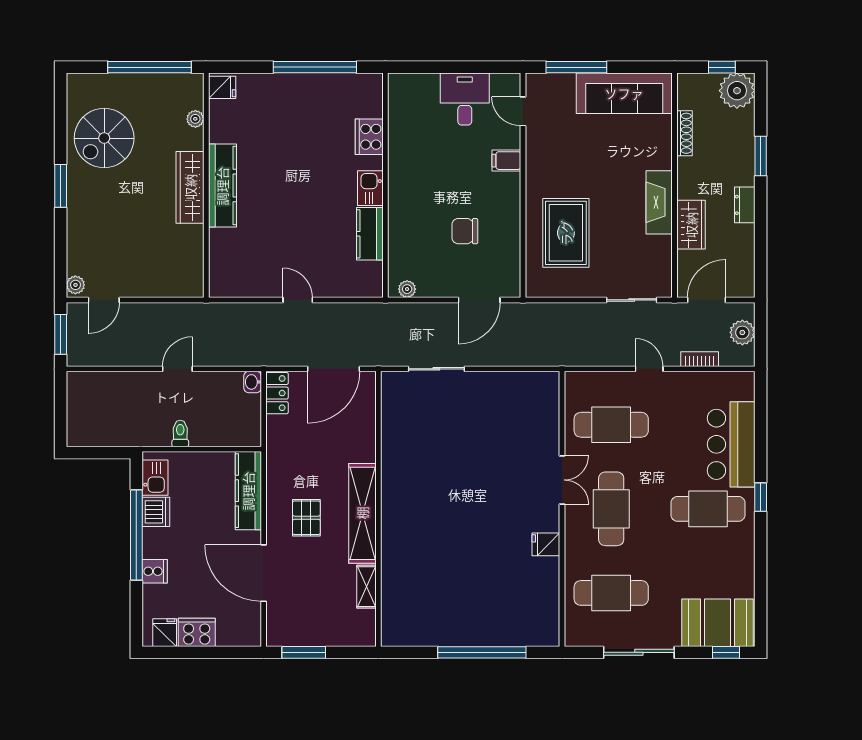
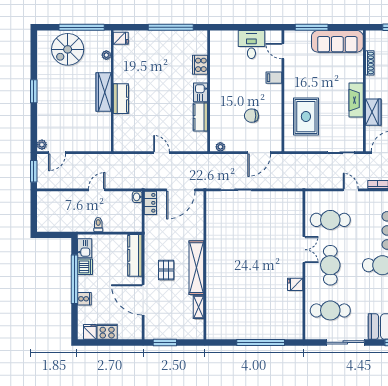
spiral stairs: (104, 138) -> (68, 49), moved
kitchen counter: (222, 186) -> (121, 99), width x0.67

